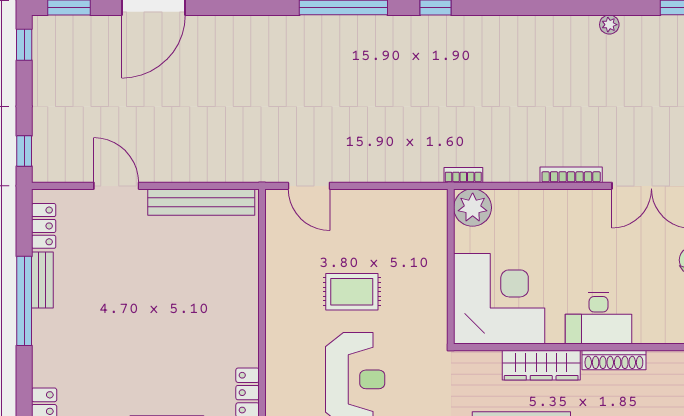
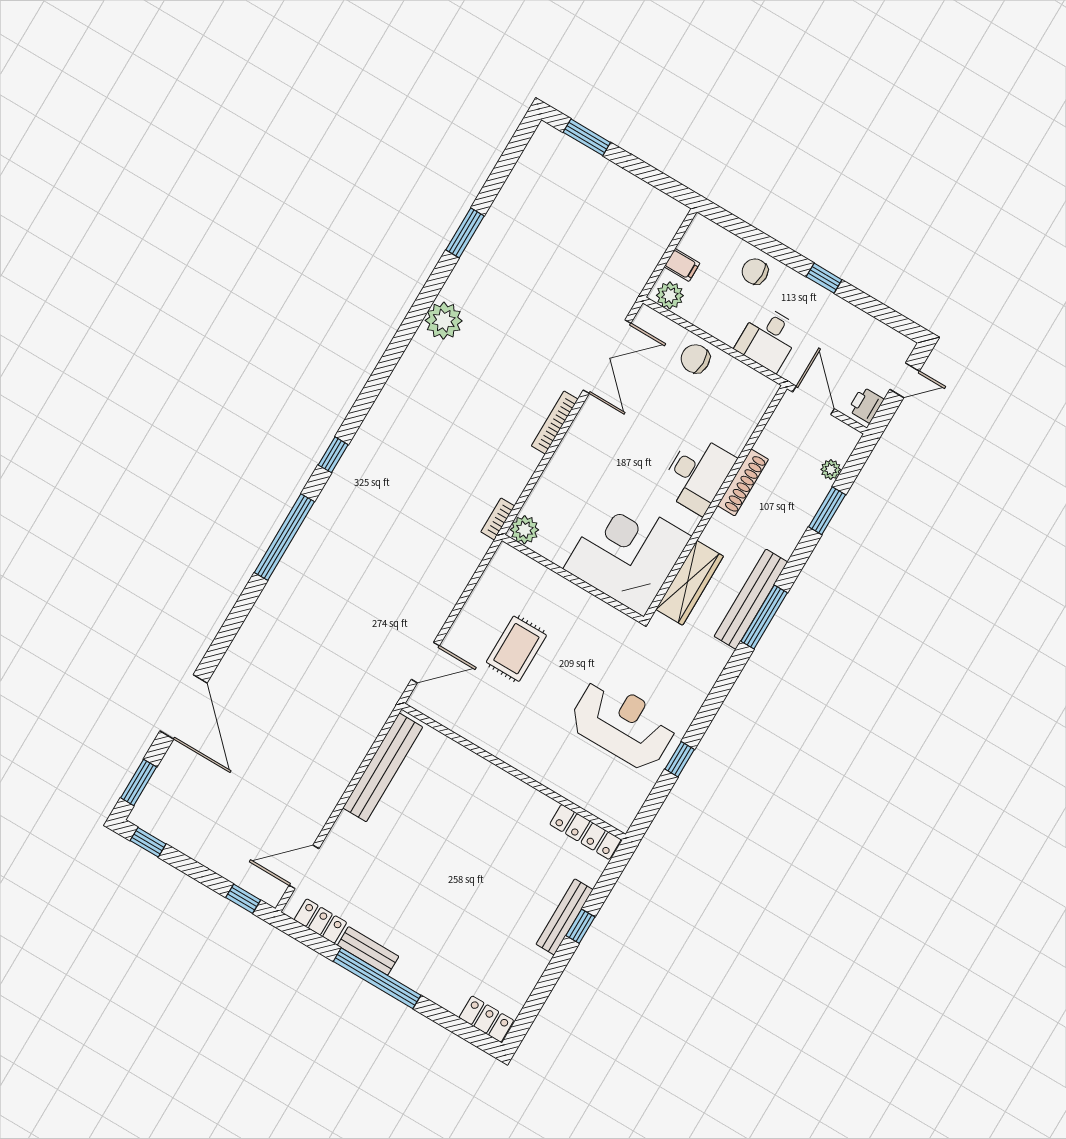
plant: (609, 25) -> (444, 321), width x1.88, depth x1.88
door: (116, 186) -> (304, 867), moved
plant: (473, 208) -> (524, 530), width x0.73, depth x0.73
rug: (352, 292) -> (516, 649), moved
wardrobe: (541, 365) -> (690, 583), moved

